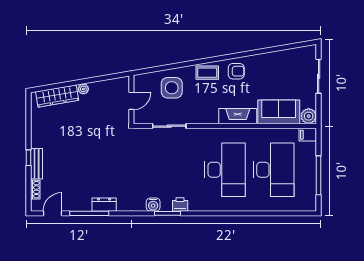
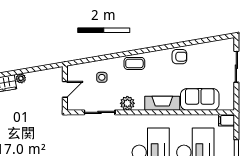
armchair: (236, 71) -> (179, 57), moved
side table: (172, 88) -> (102, 77), width x0.54, depth x0.54
plant: (309, 116) -> (127, 103), moved

